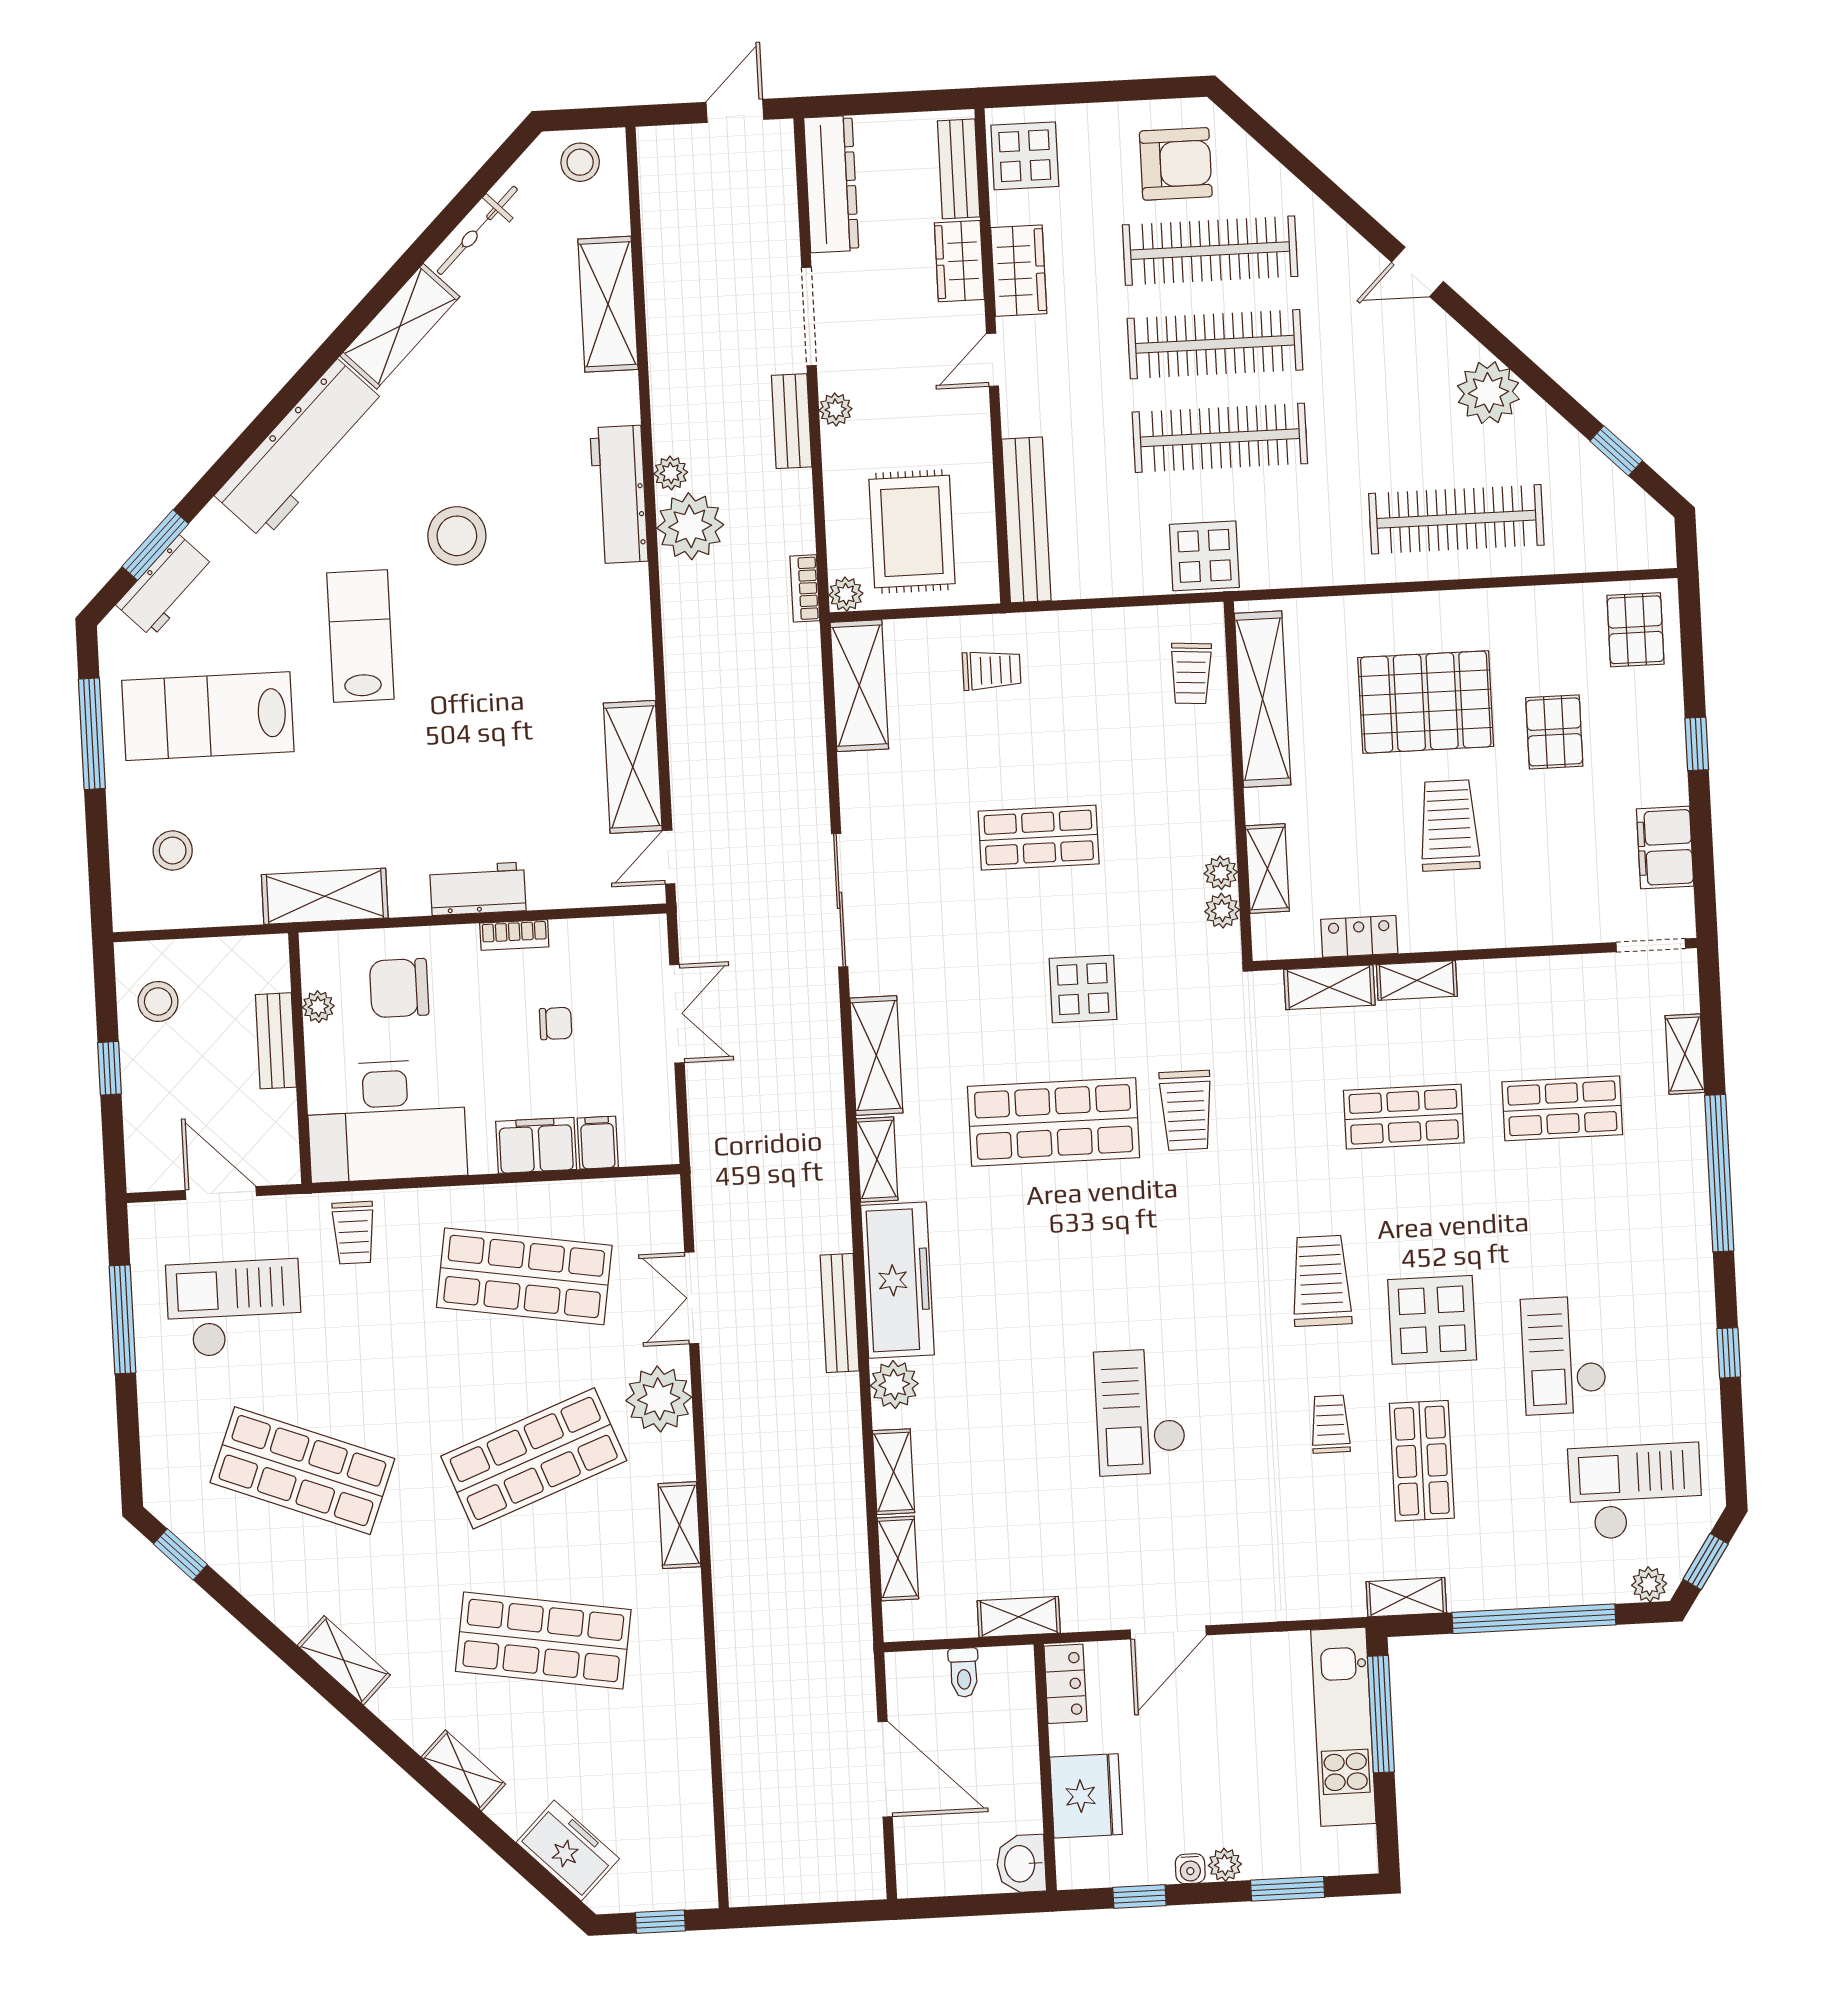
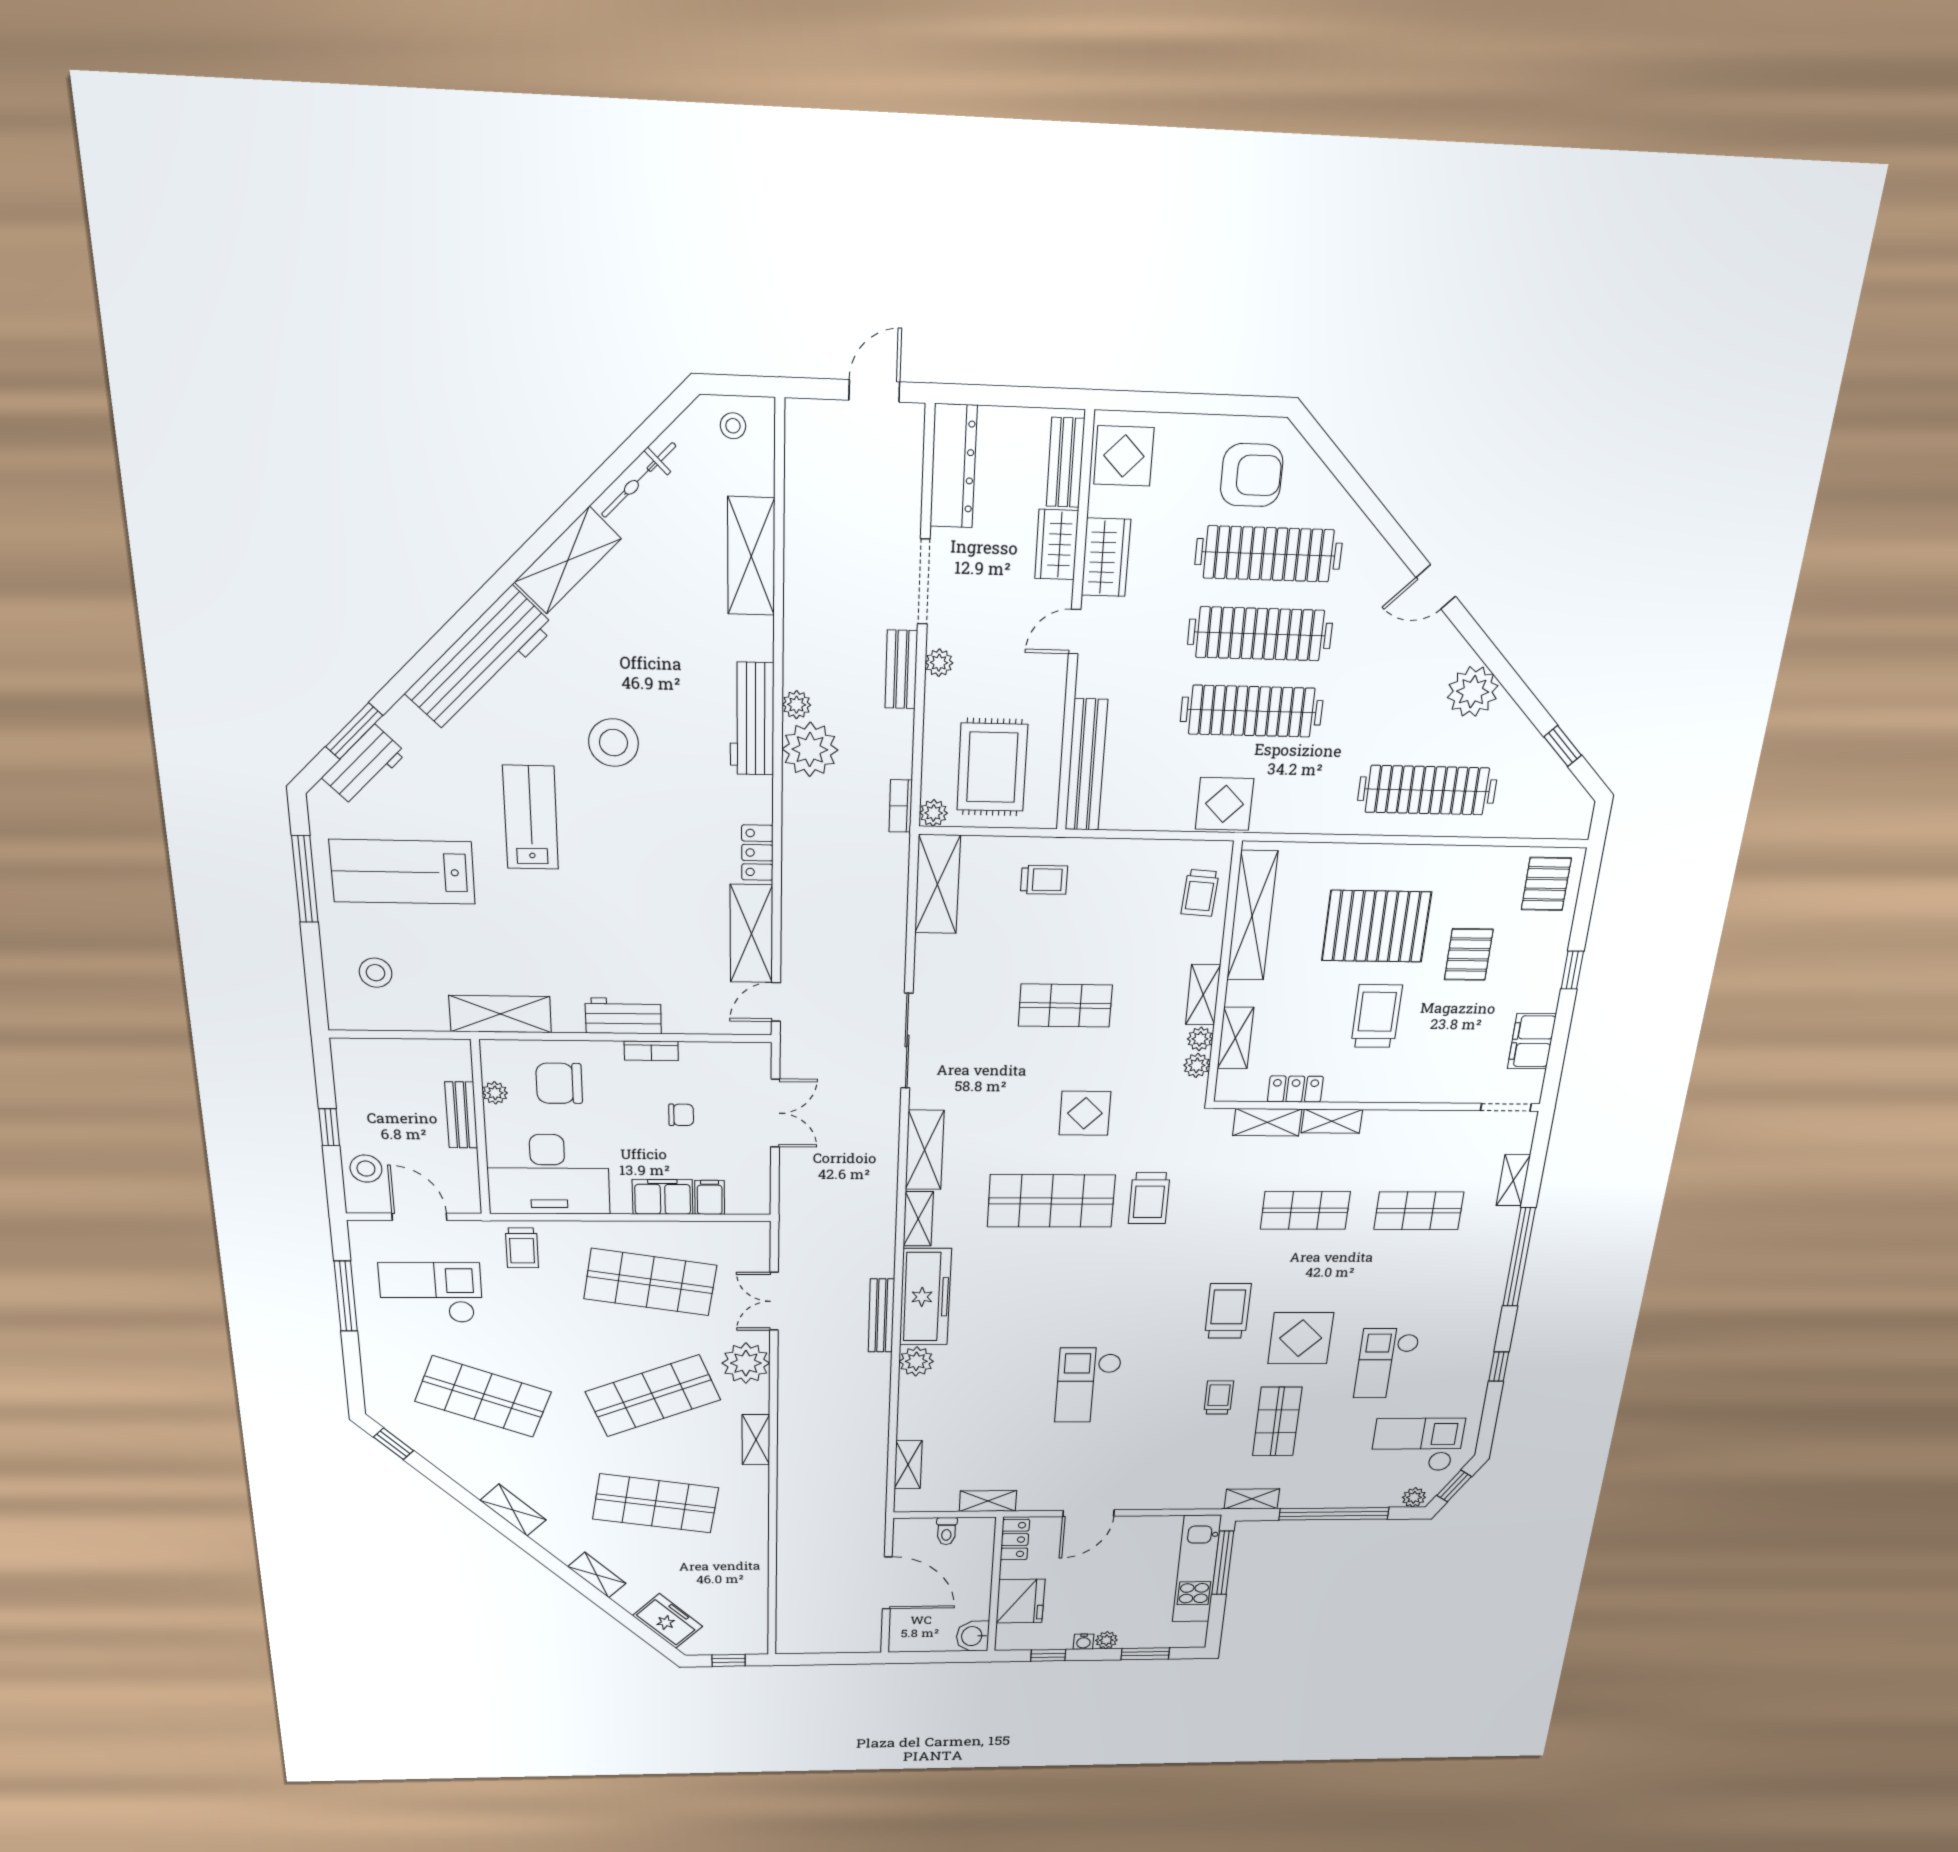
stool: (580, 162) -> (733, 426), width x0.73, depth x0.73
locker: (634, 661) -> (757, 853), added
stool: (158, 1001) -> (366, 1169), moved
shelving: (894, 1472) -> (1203, 995), moved

